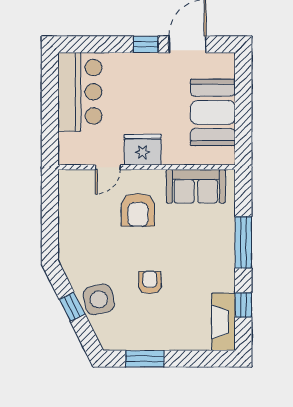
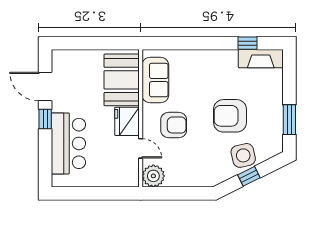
bar counter: (80, 92) -> (68, 143), moved, turned 90
booth: (213, 112) -> (122, 80), moved, turned 90
plant: (72, 184) -> (153, 176), added
window: (243, 242) -> (199, 43), removed
armchair: (150, 282) -> (230, 116), width x1.88, depth x1.88

